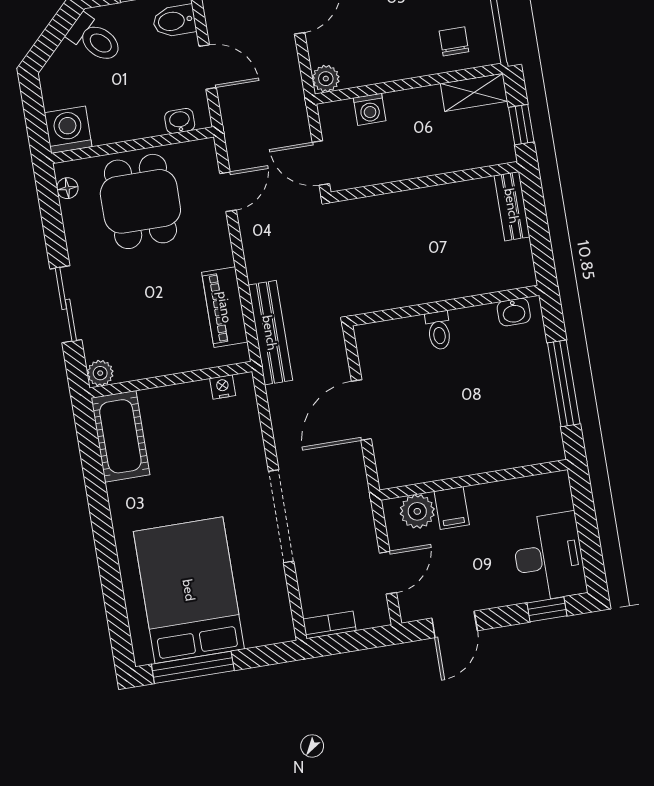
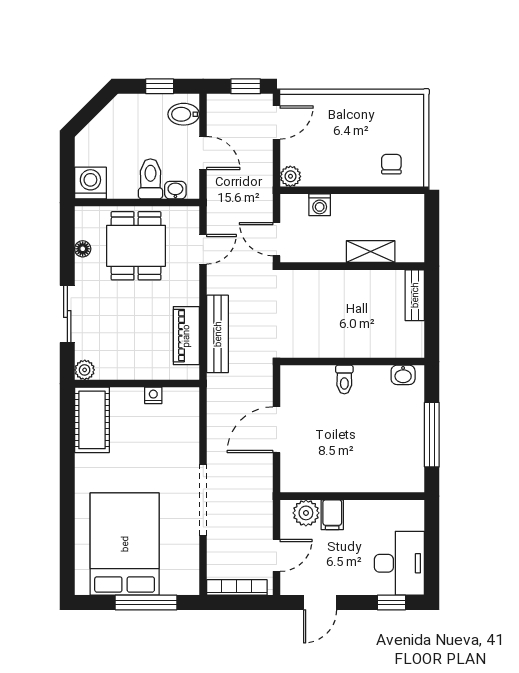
toilet: (95, 39) -> (150, 179), moved, turned -135
shelving: (474, 92) -> (371, 252), moved
window: (521, 125) -> (432, 235), removed
floor lamp: (67, 188) -> (83, 249), moved
bench: (270, 333) -> (218, 334), moved
nightstand: (223, 387) -> (153, 395), moved
bookcase: (330, 625) -> (237, 587), width x1.56
window: (193, 667) -> (146, 603), moved

